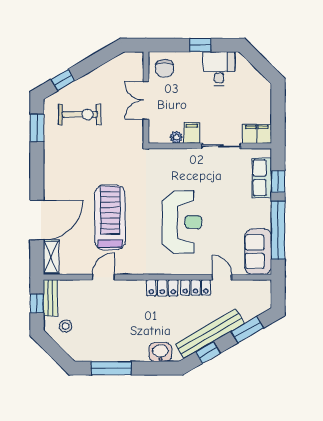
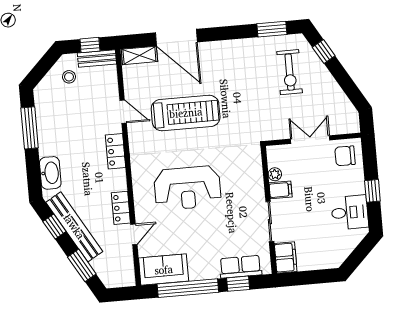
locker: (162, 288) -> (115, 151), moved
washbasin: (160, 352) -> (50, 173), width x1.38

